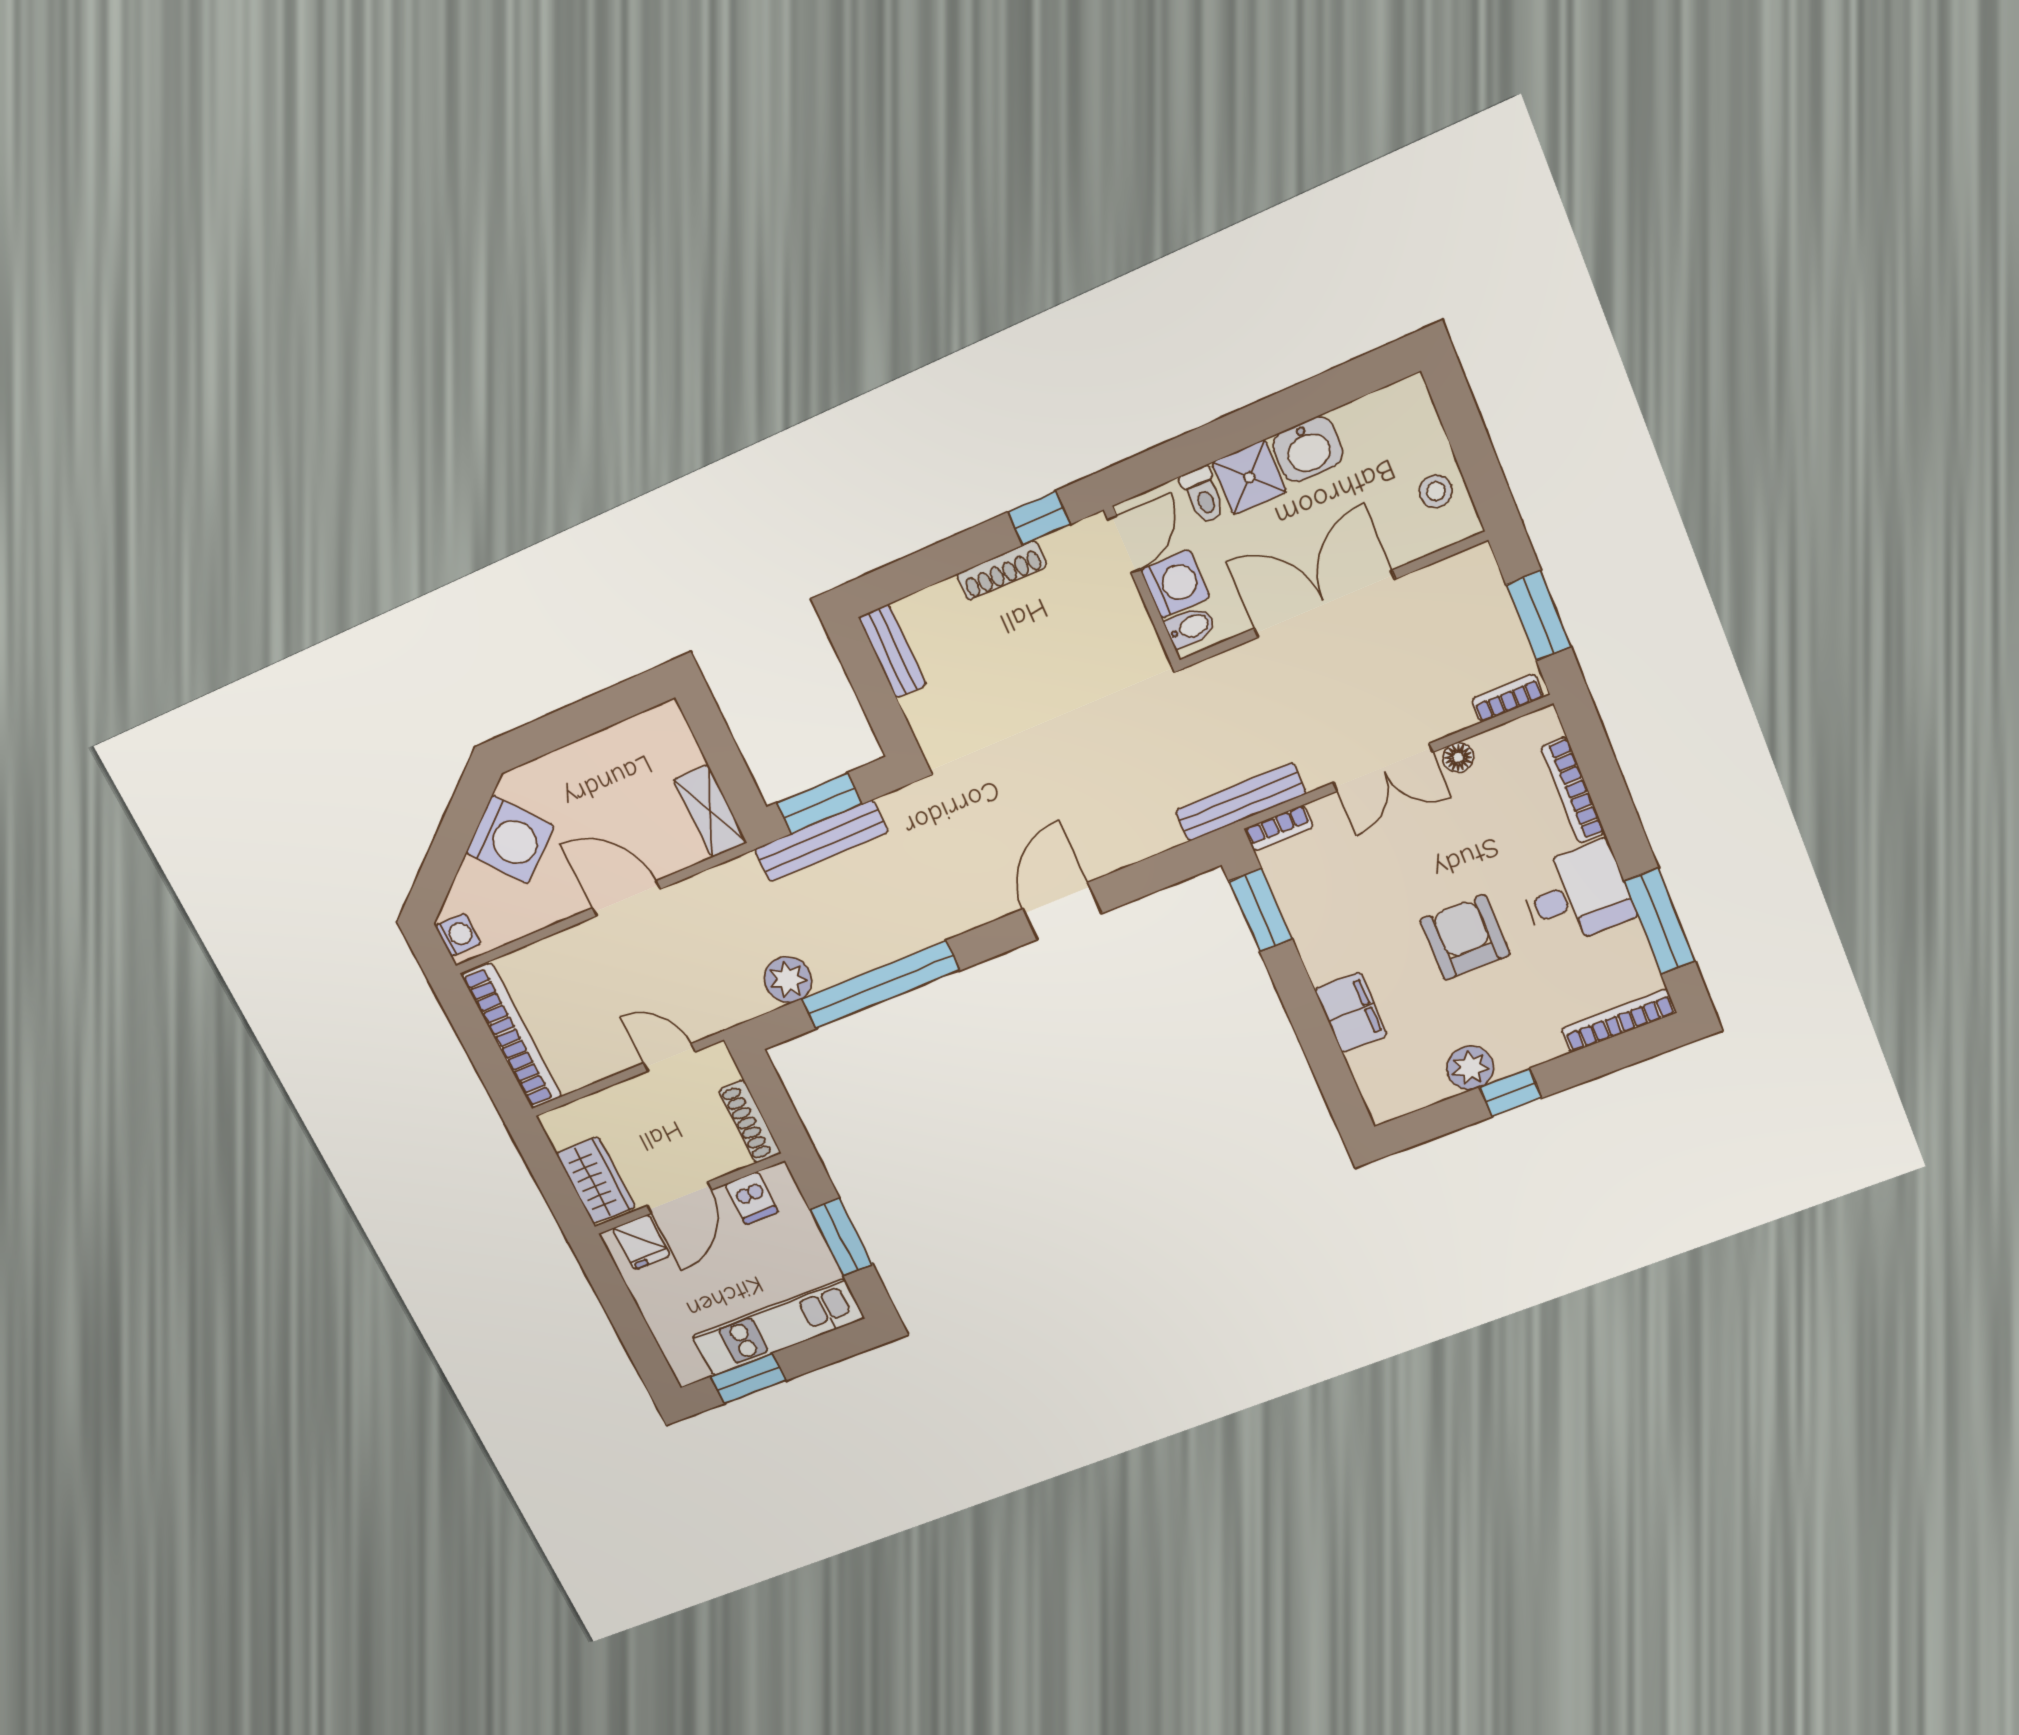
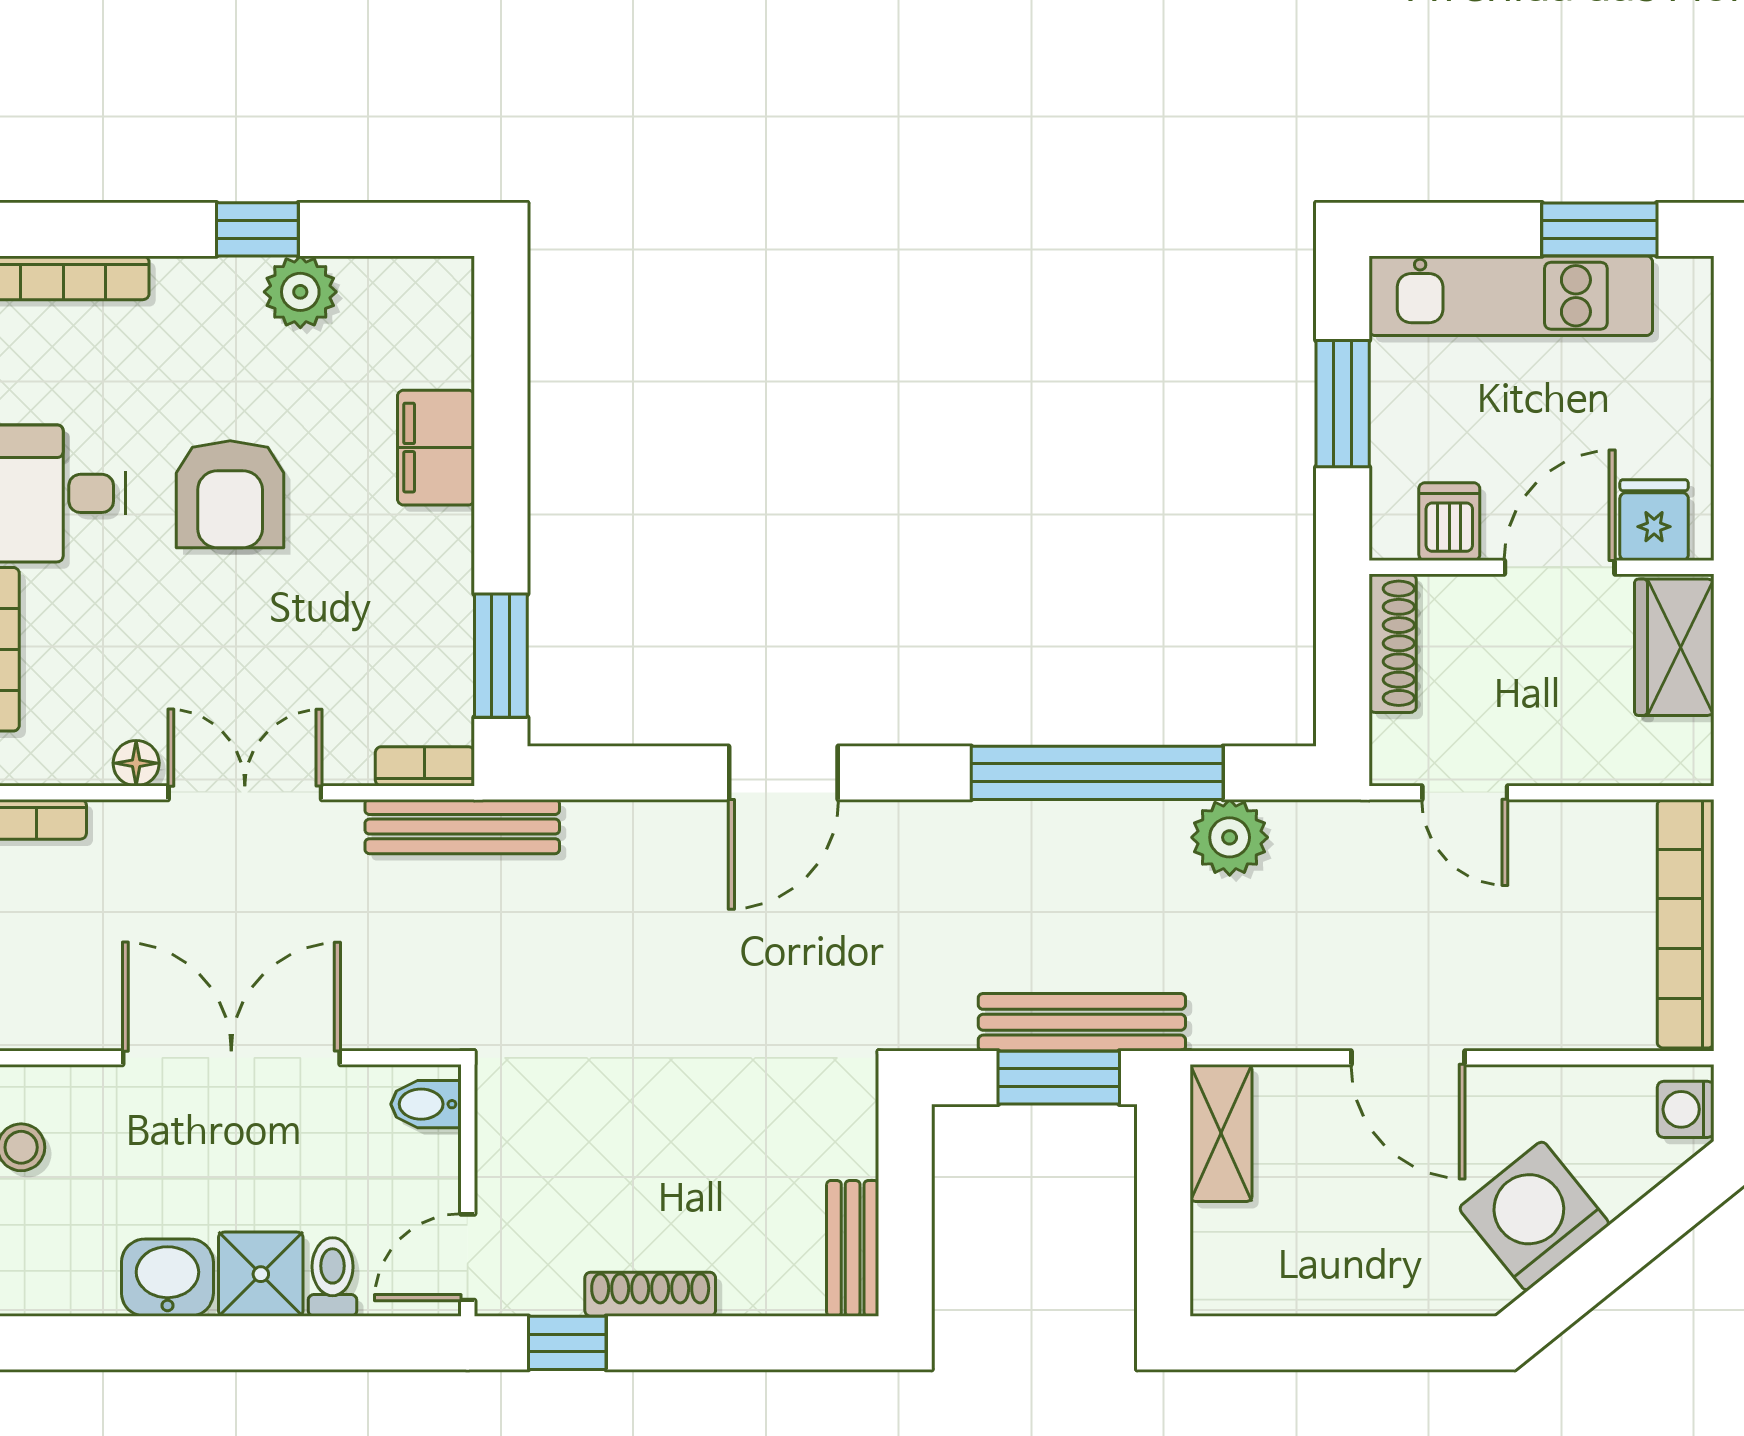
washing machine: (1175, 584) -> (421, 1173), removed
double door: (1324, 604) -> (231, 1058), swing flipped

